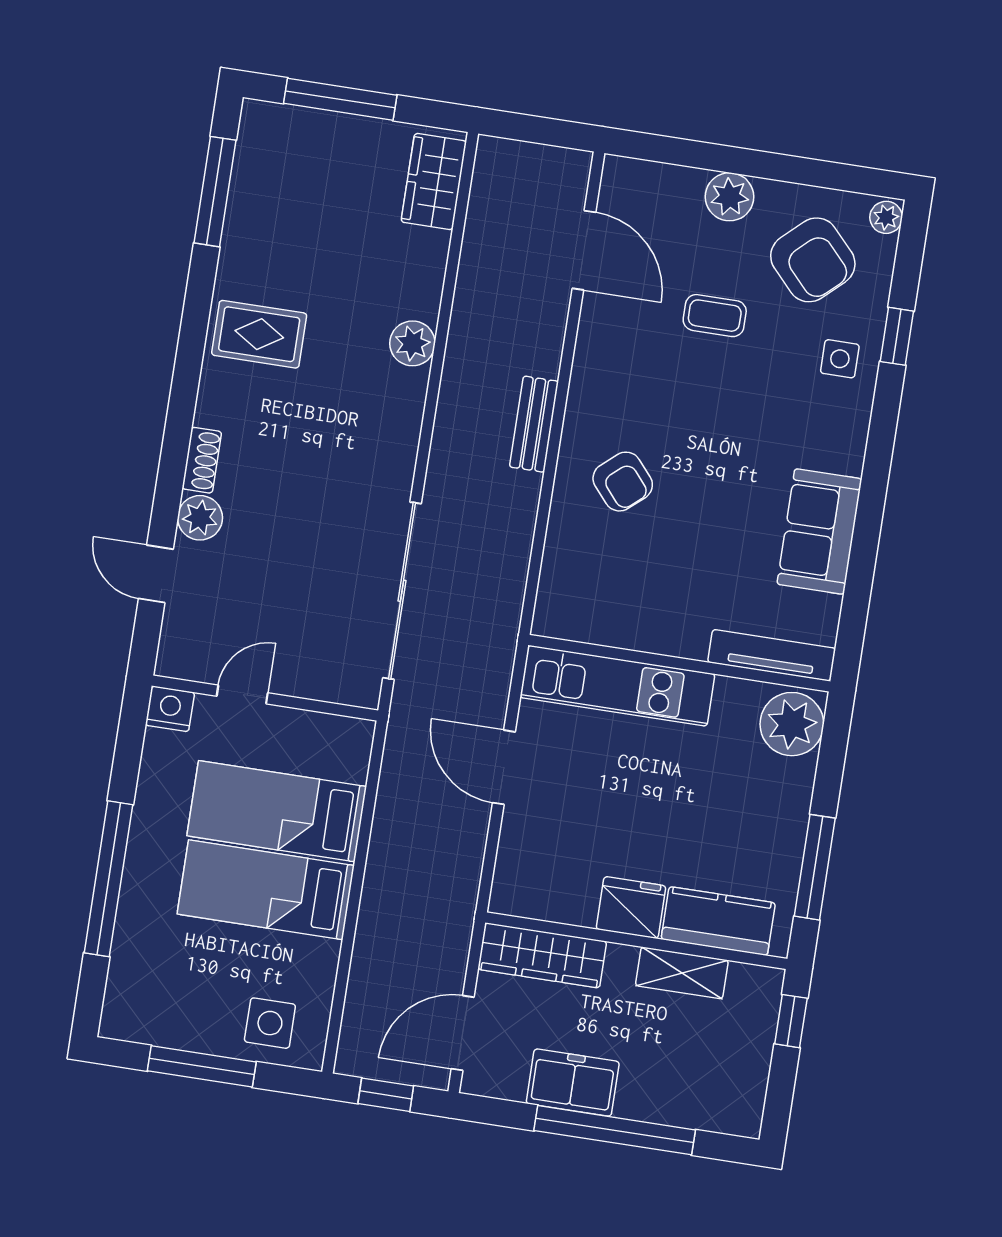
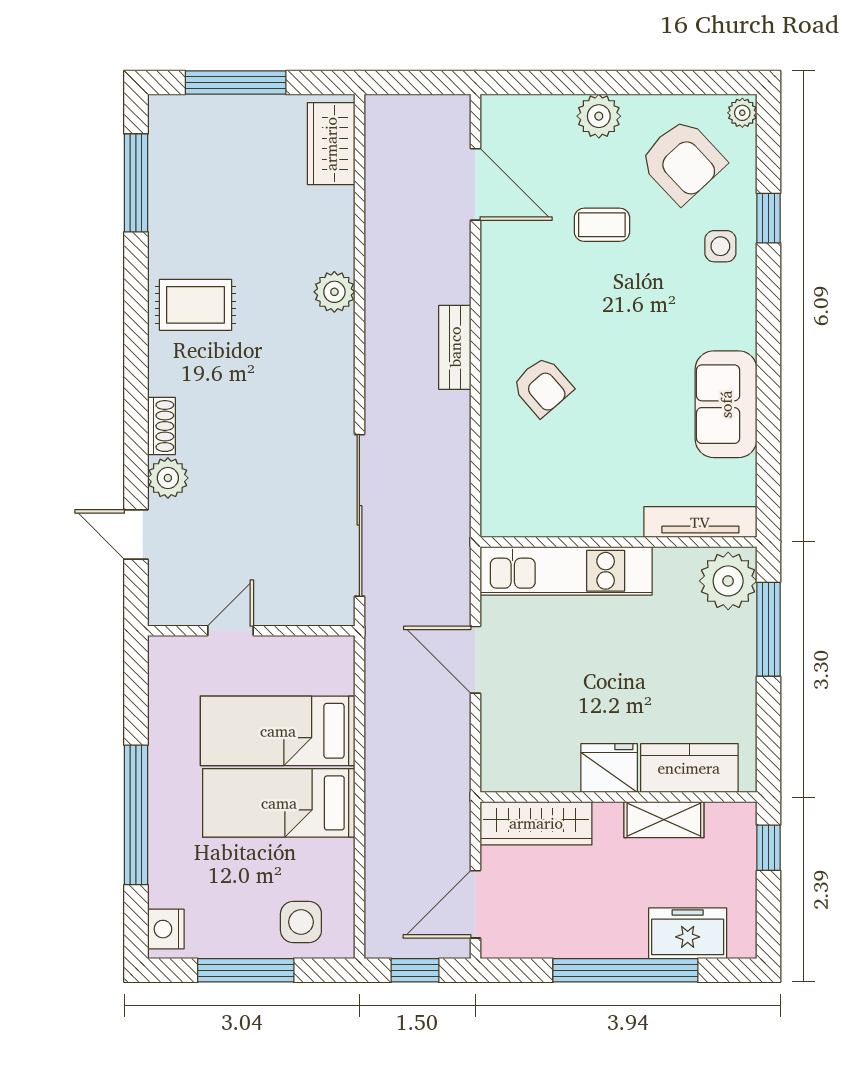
nightstand: (170, 709) -> (166, 929), moved, turned -90
window: (815, 867) -> (769, 629), moved
freezer: (573, 1083) -> (688, 933), moved

